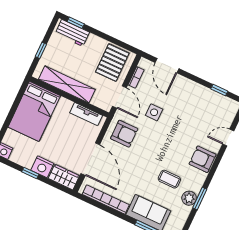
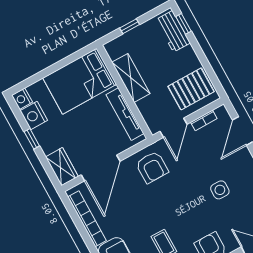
shelving: (67, 84) -> (131, 78), width x0.68
side table: (154, 112) -> (220, 190), moved
tv unit: (86, 114) -> (125, 114), width x1.41
nightstand: (42, 167) -> (34, 115), moved

